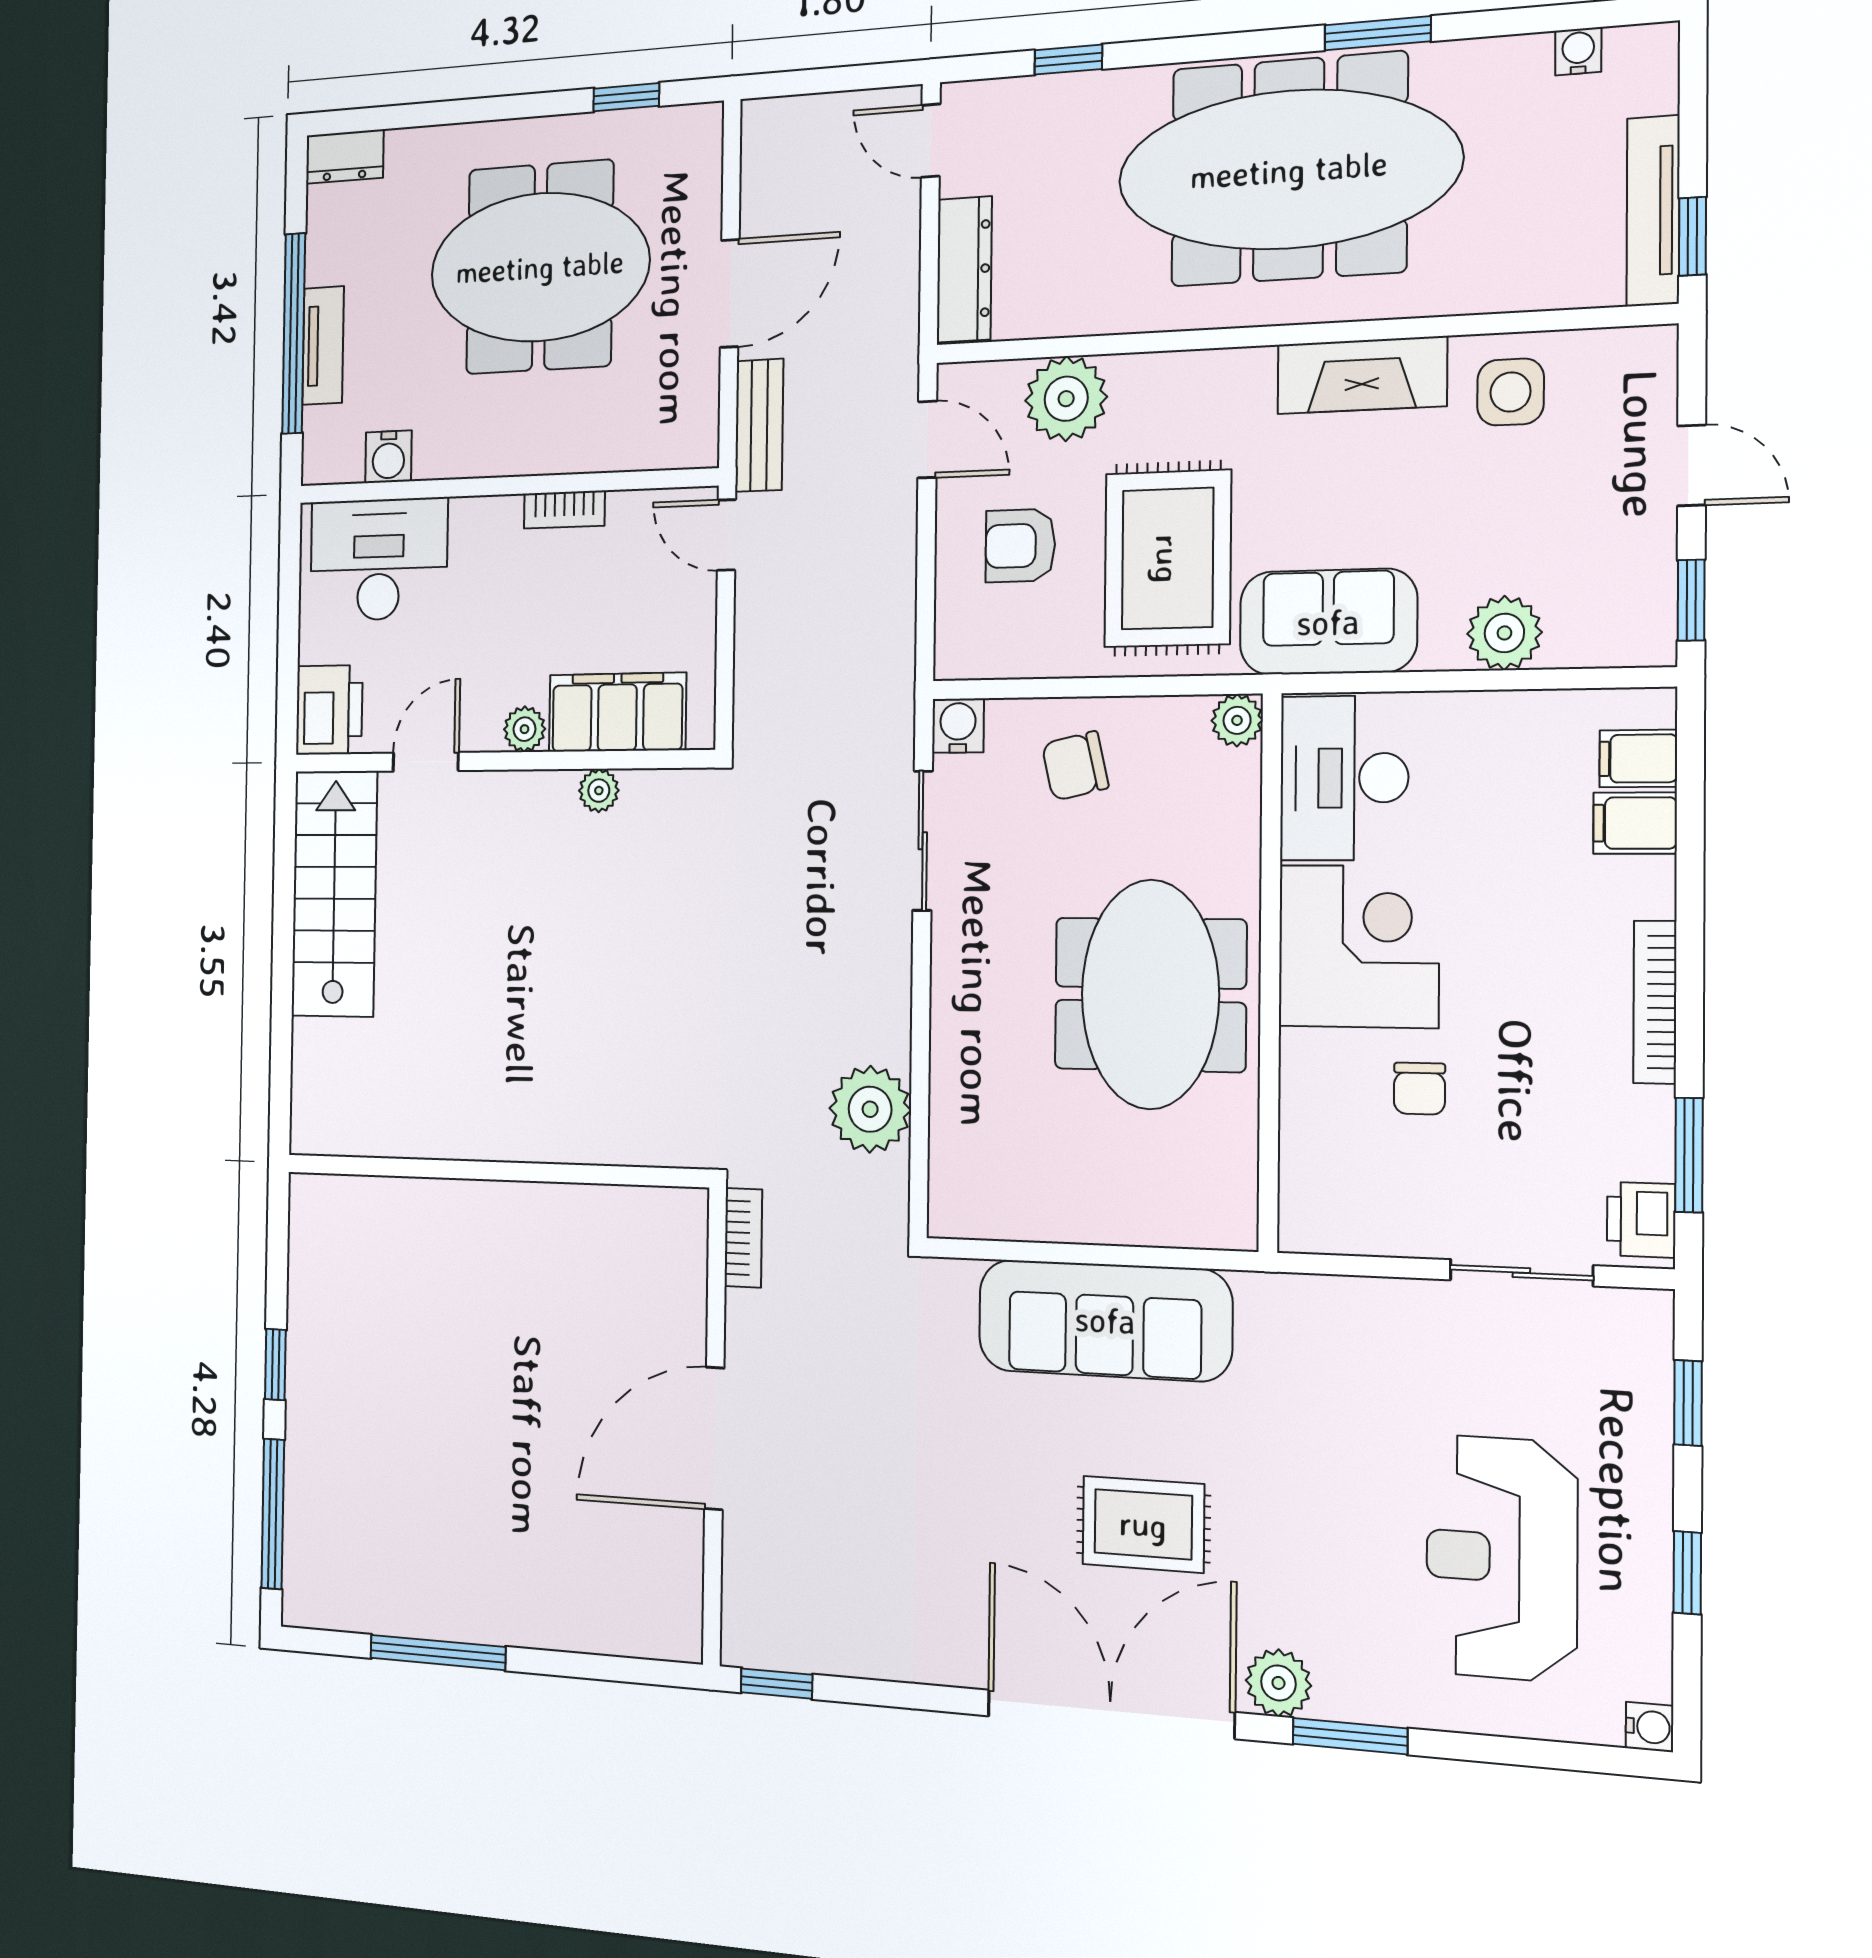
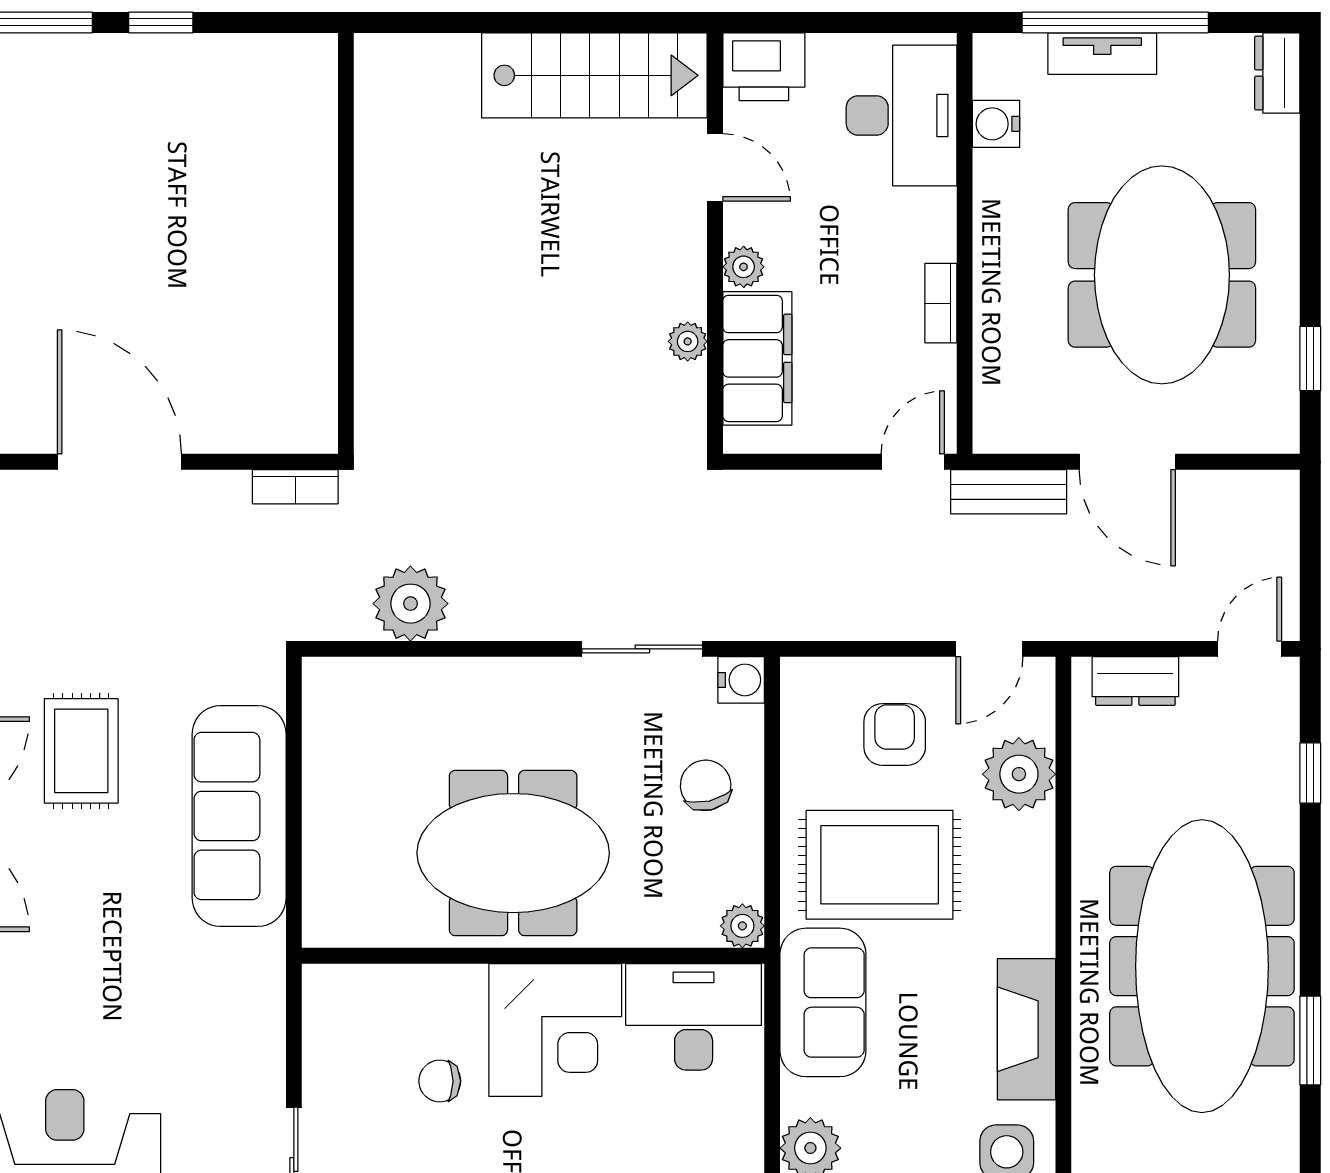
dresser: (964, 269) -> (1135, 681), width x0.70
rug: (1143, 1524) -> (81, 751), moved

